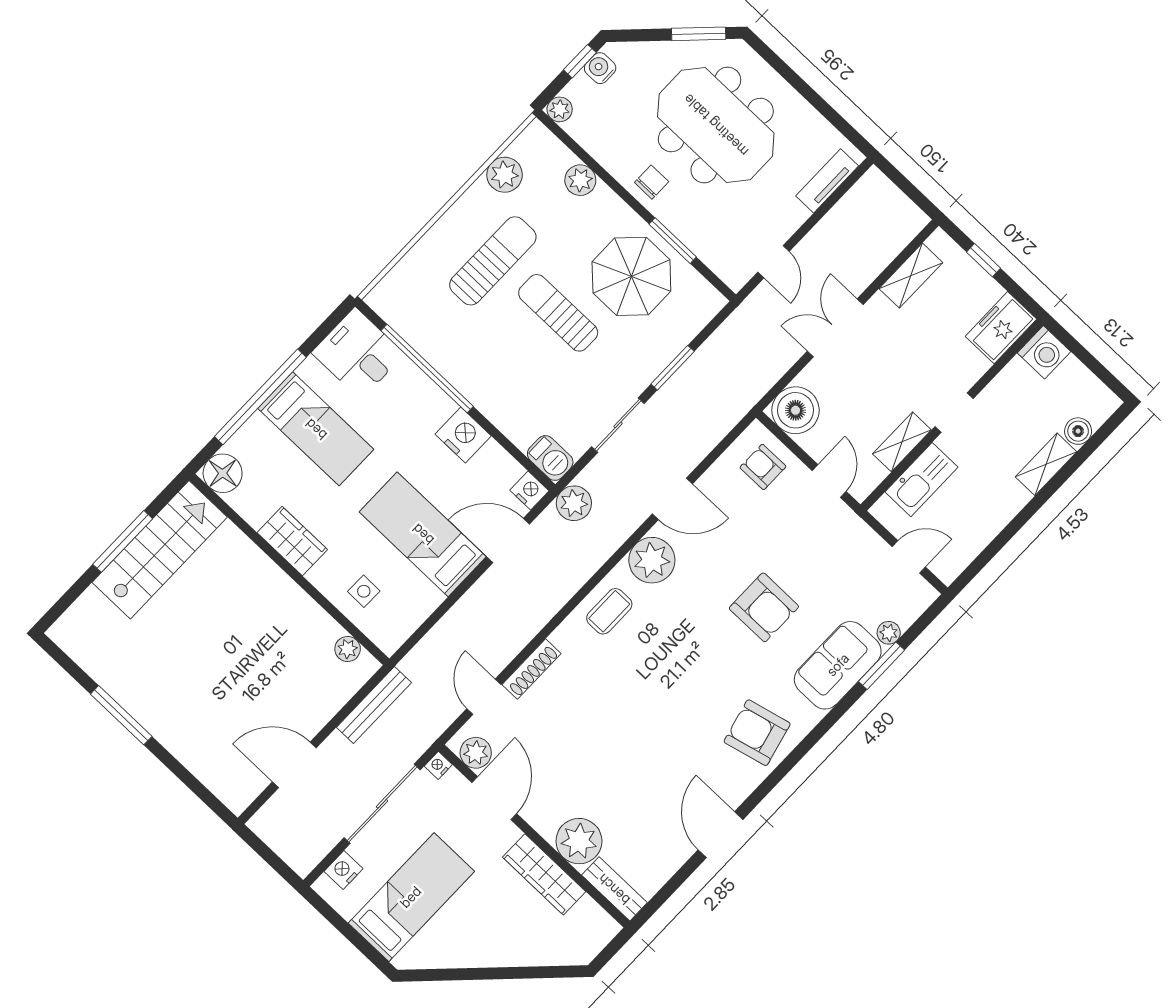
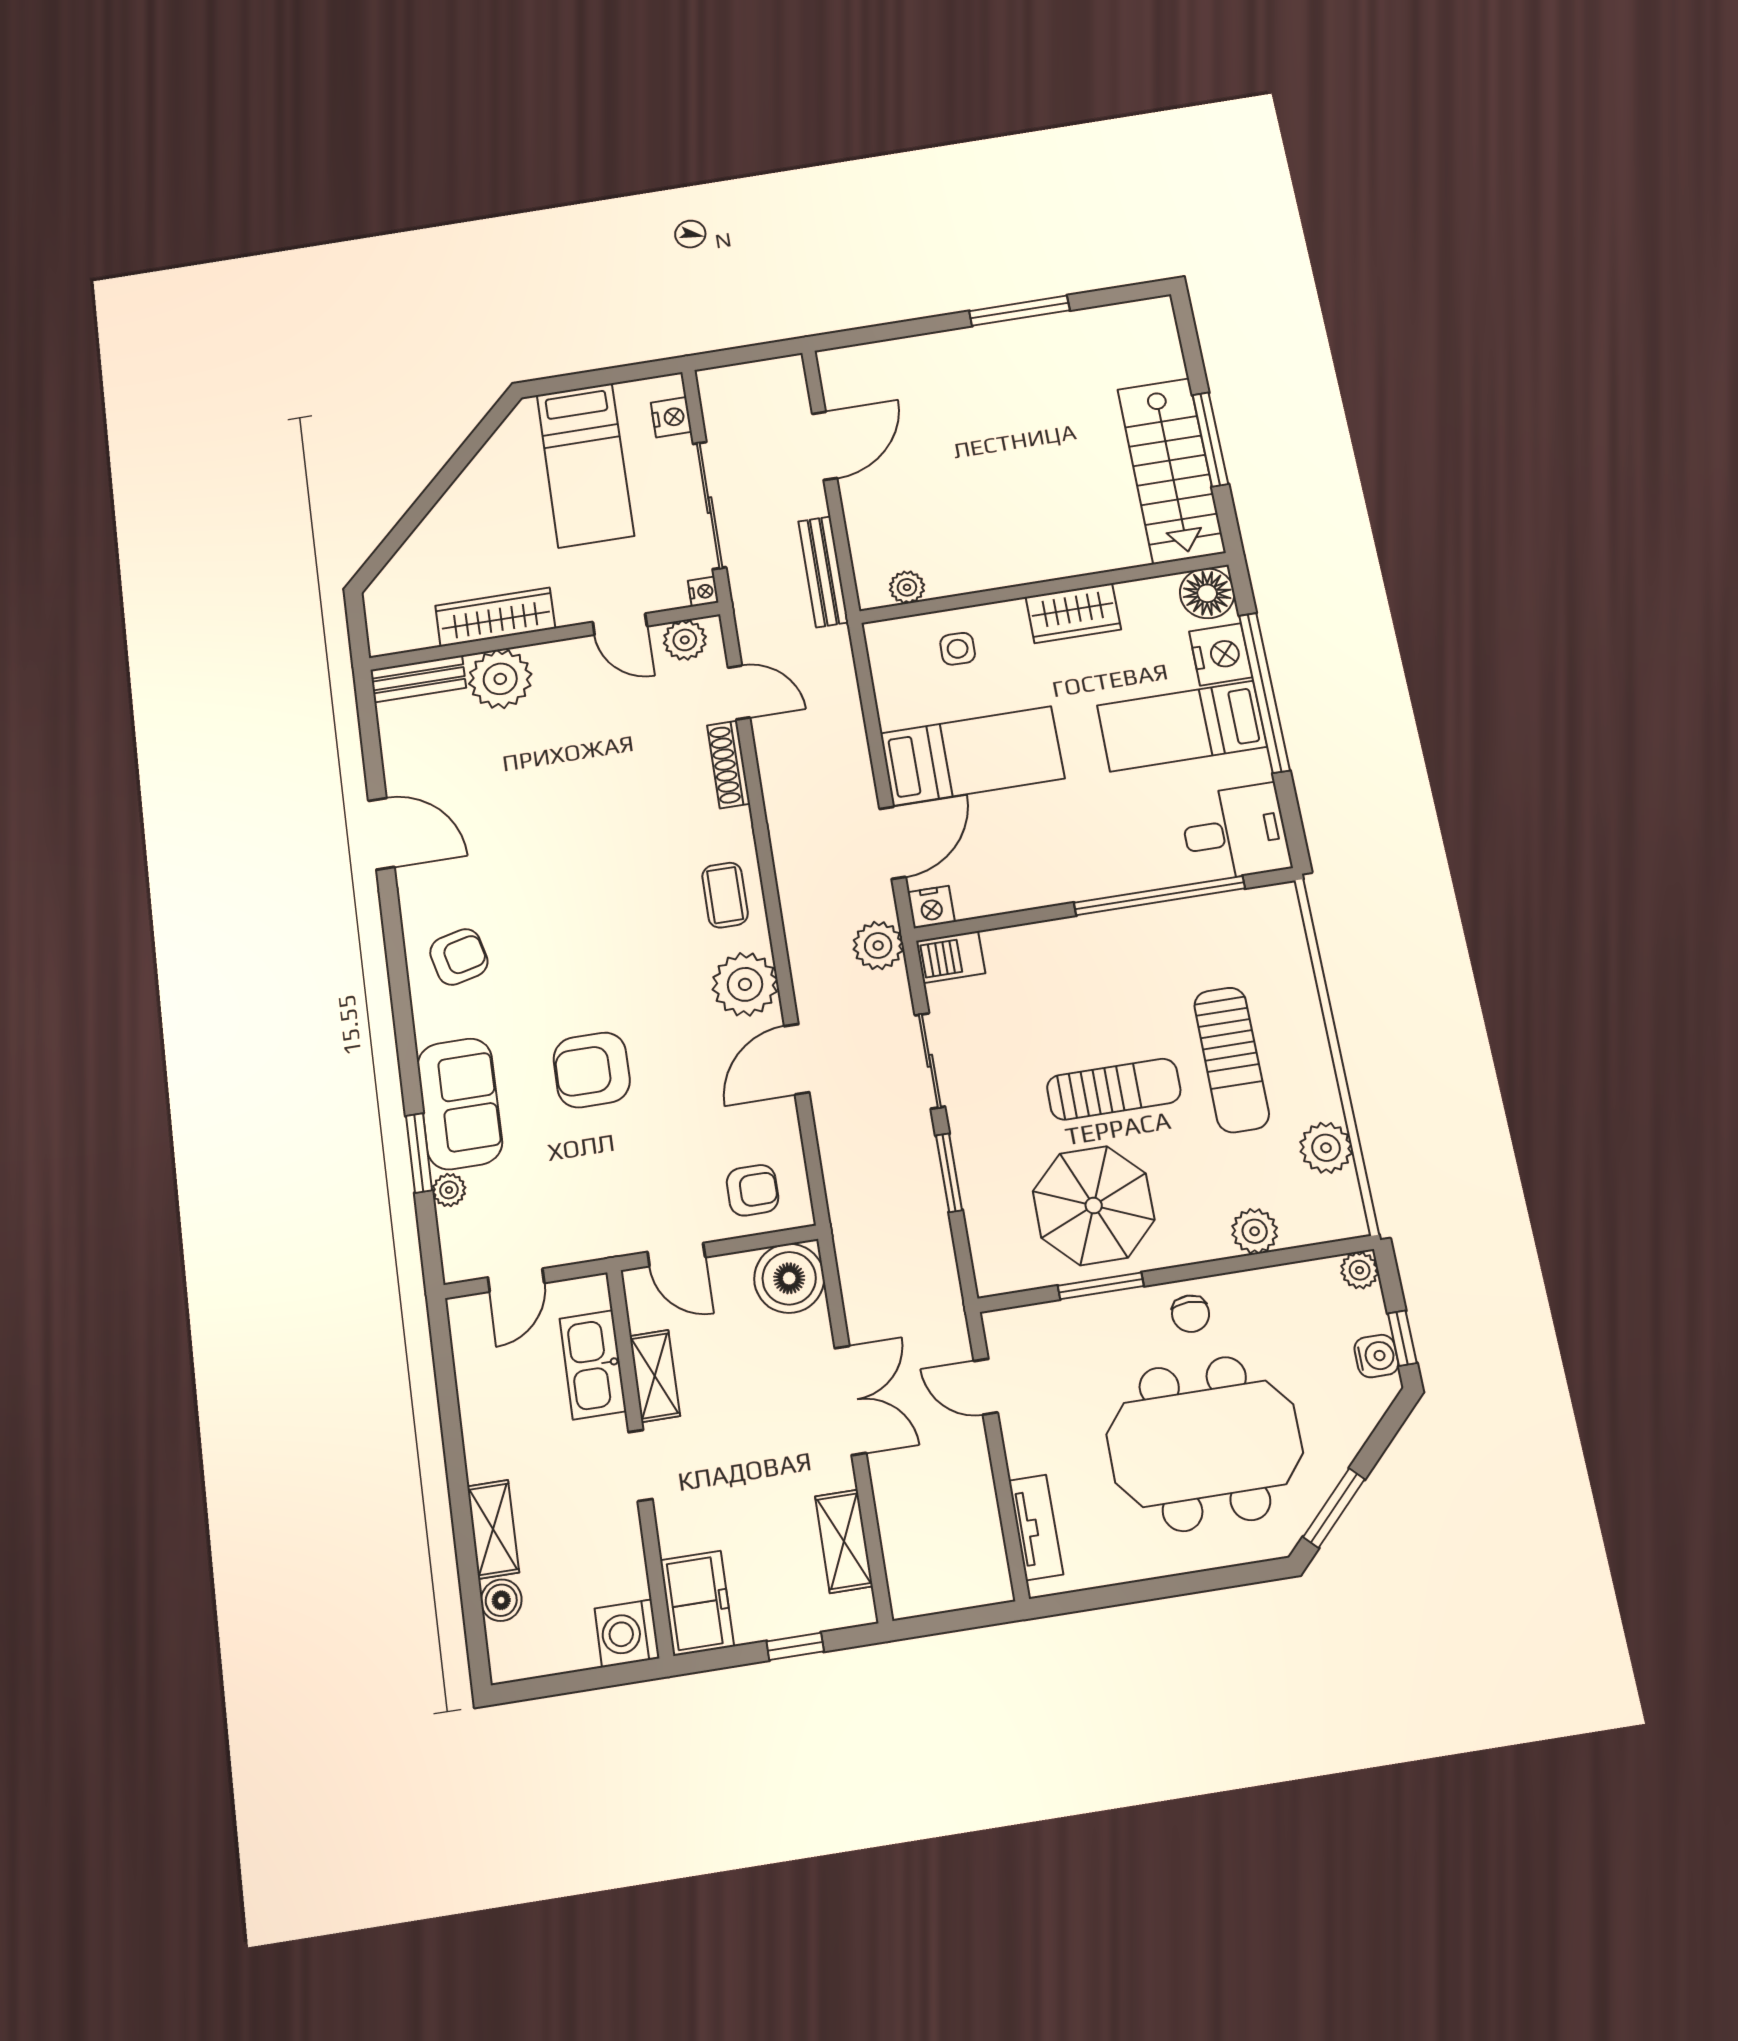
nightstand: (463, 435) -> (1221, 654), moved, turned -90
armchair: (757, 733) -> (459, 957), width x0.72, depth x0.72
door: (494, 798) -> (620, 624), width x0.73

